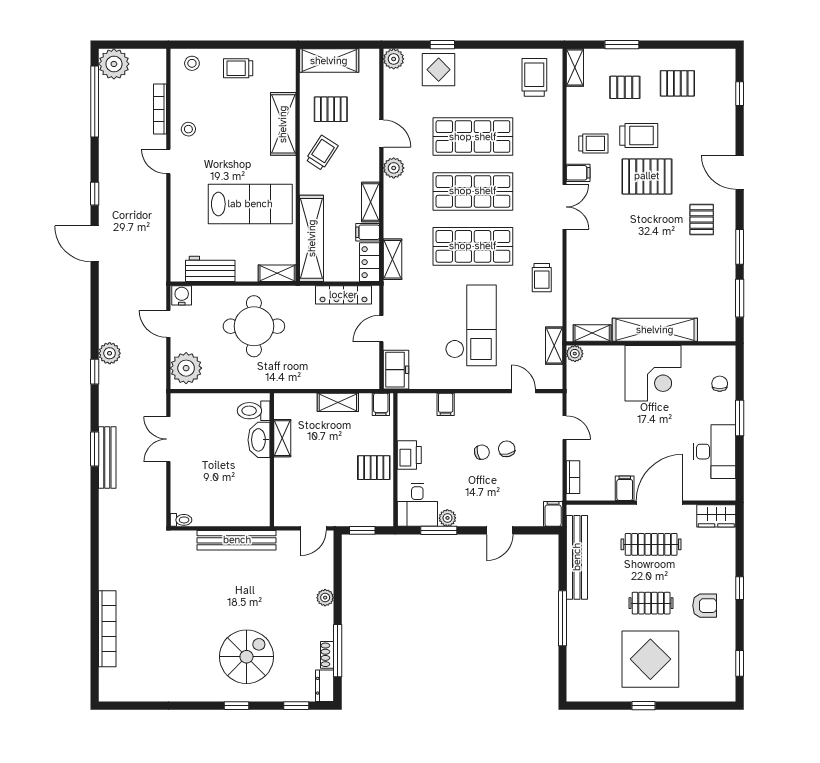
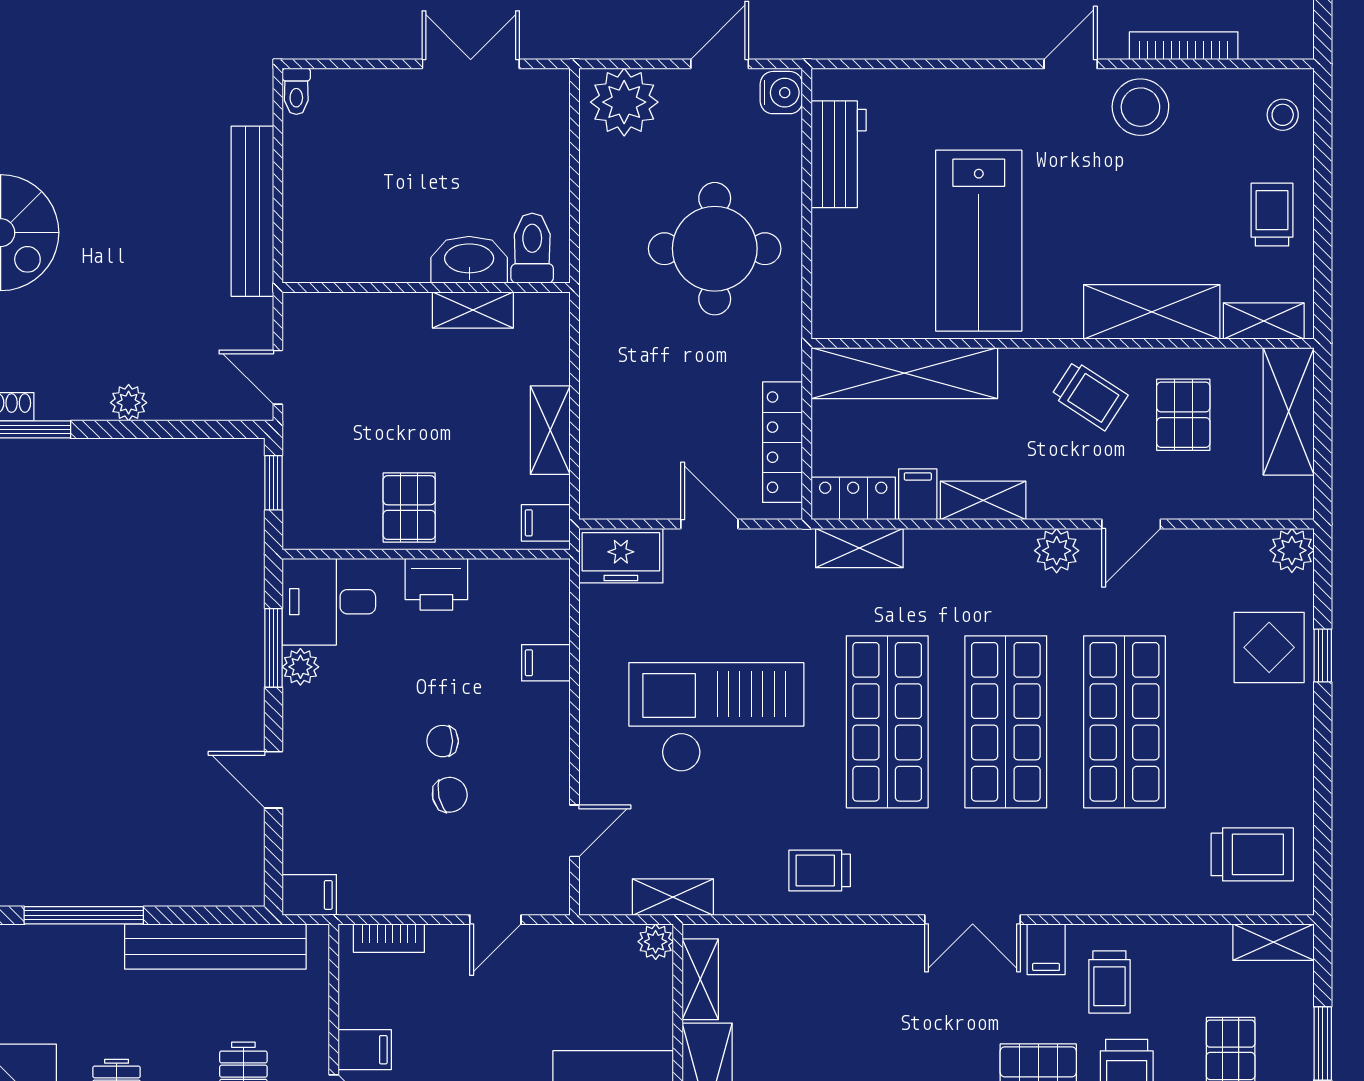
stool: (188, 129) -> (1140, 107), width x1.89, depth x1.89
shelving: (277, 273) -> (1264, 321), moved, turned 90
checkout: (471, 325) -> (716, 717), turned 180
chair: (482, 452) -> (443, 741), turned 103

